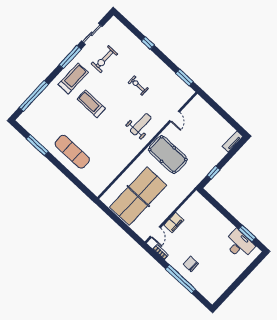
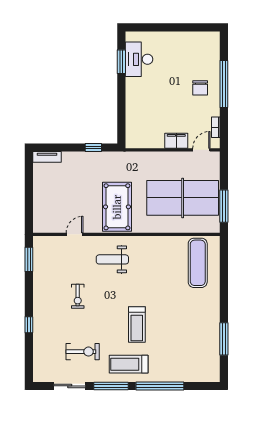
window: (34, 96) -> (160, 386), moved
exercise mat: (72, 152) -> (198, 263), moved
window: (112, 215) -> (224, 206), added

